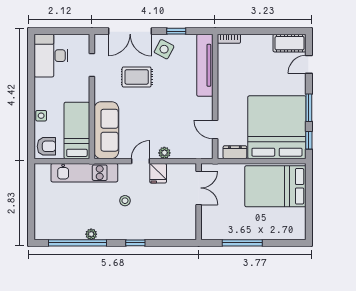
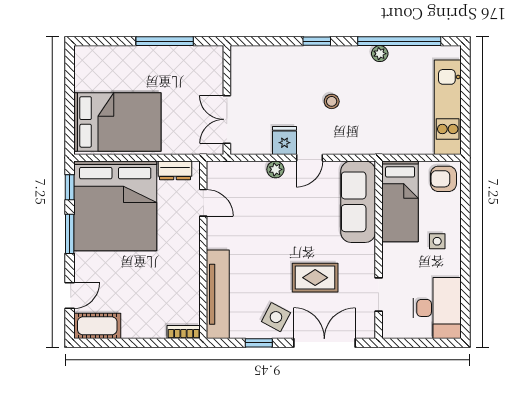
side table: (41, 116) -> (437, 241), moved
kitchen unit: (84, 173) -> (448, 107), moved, turned -90

